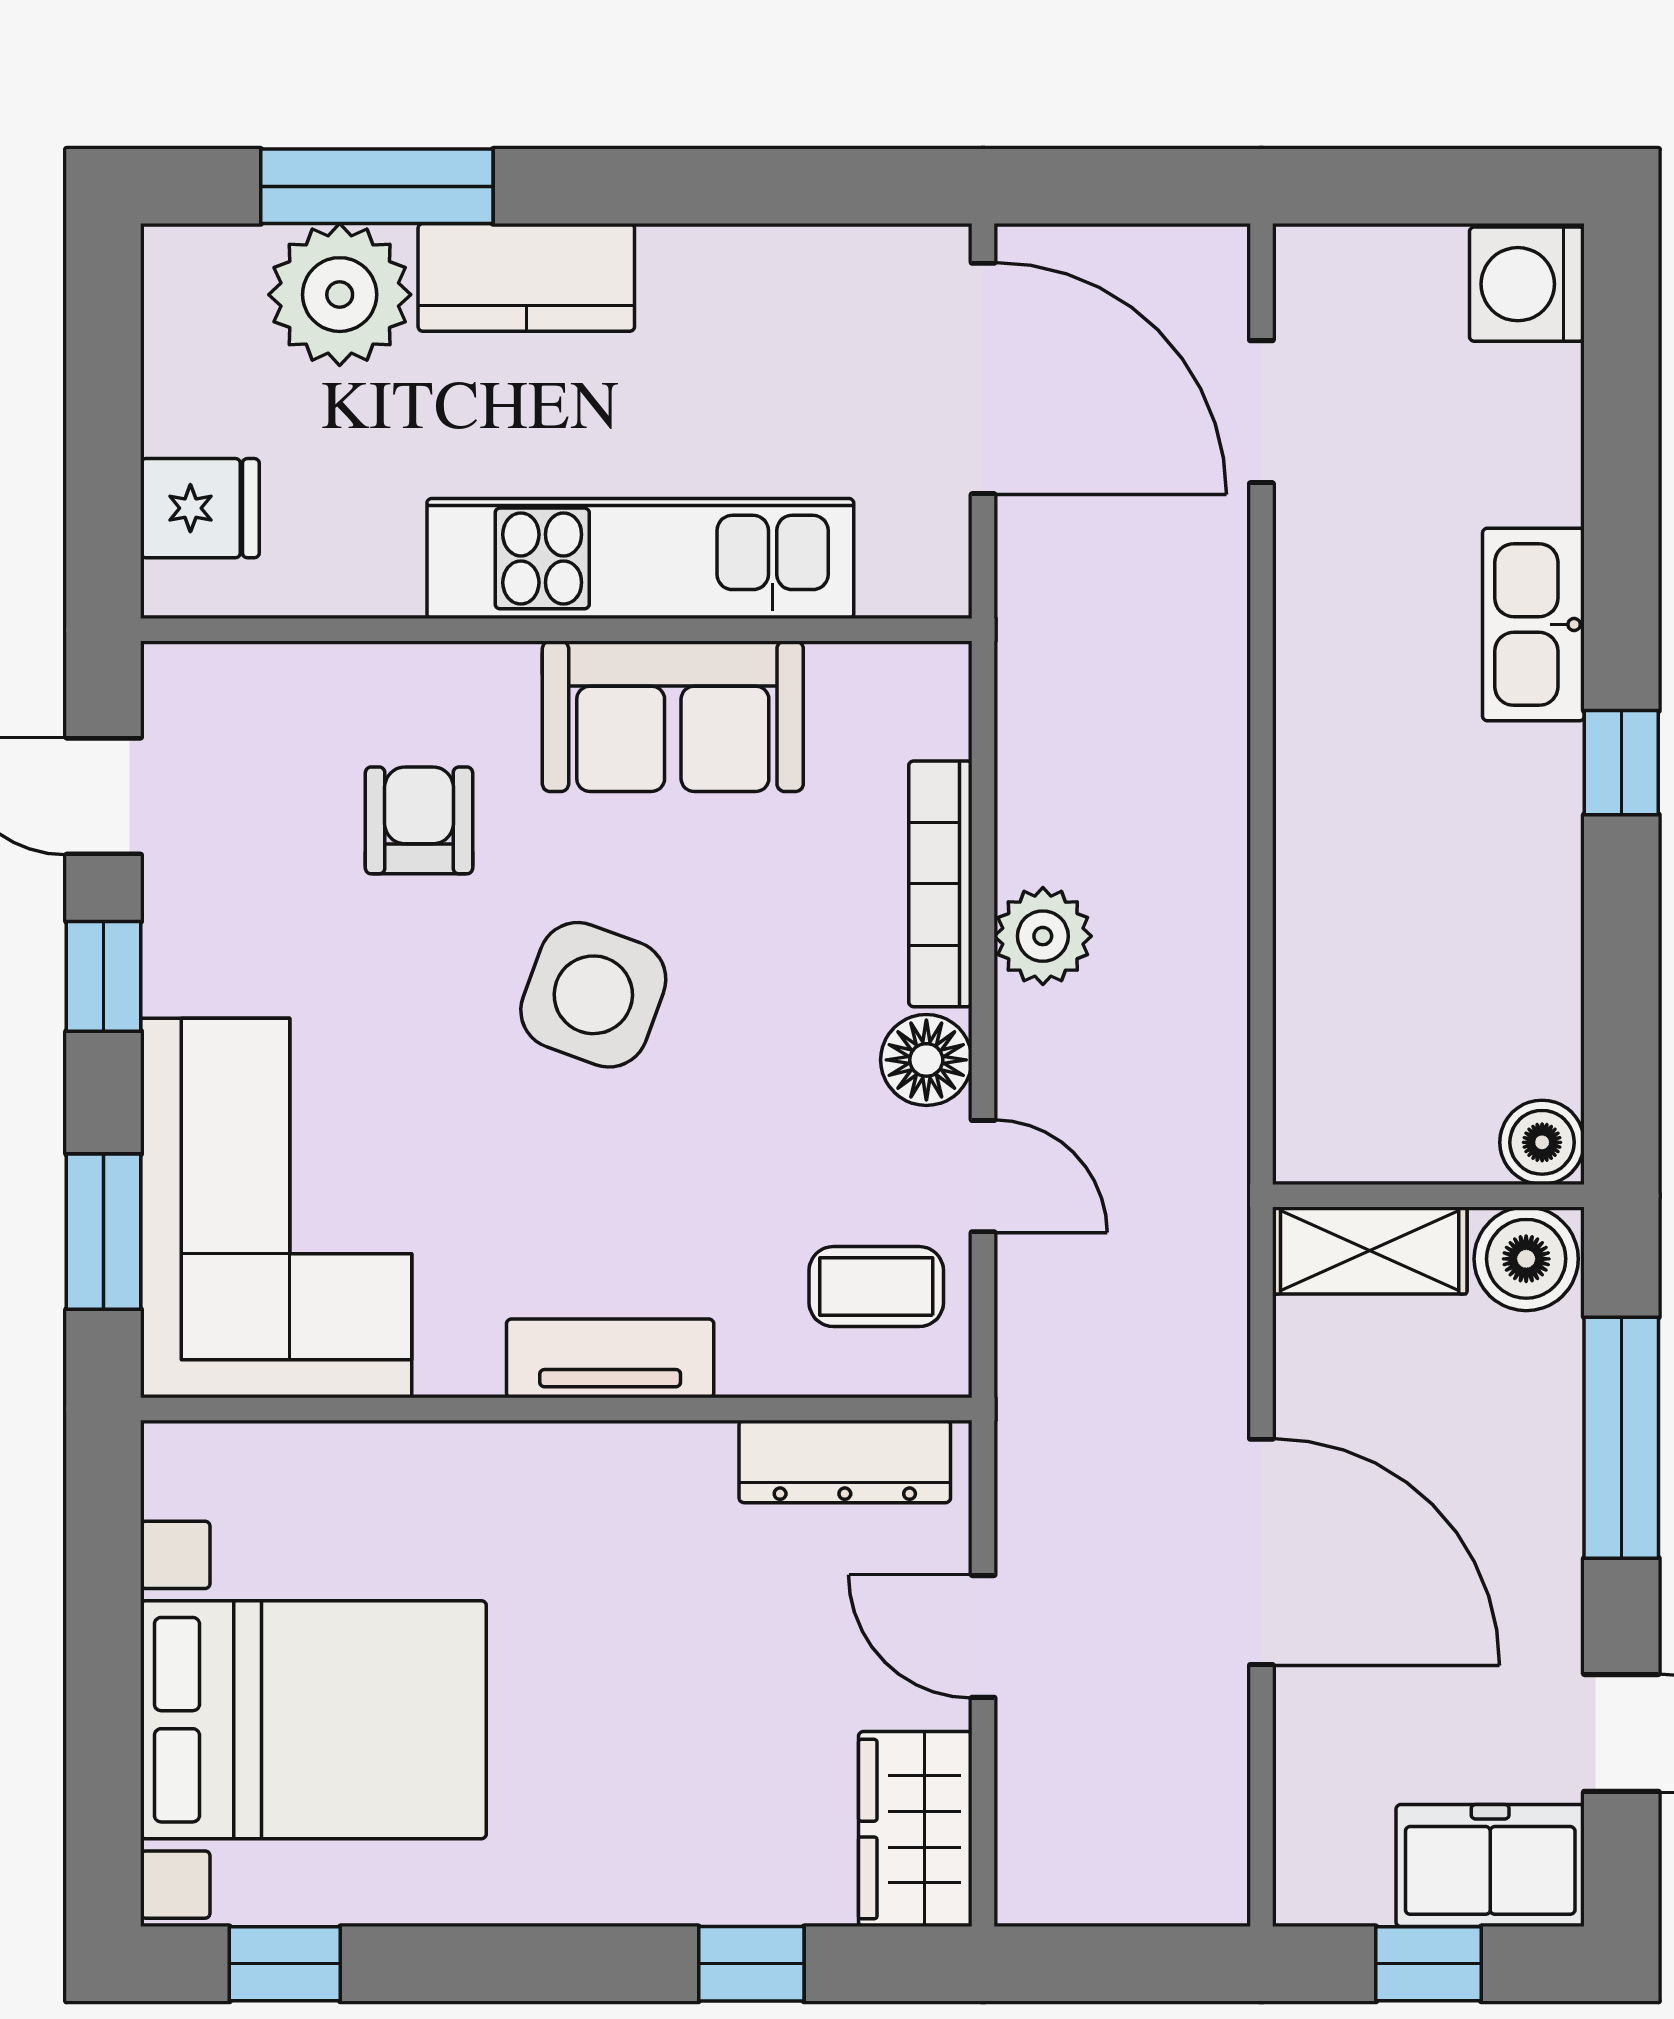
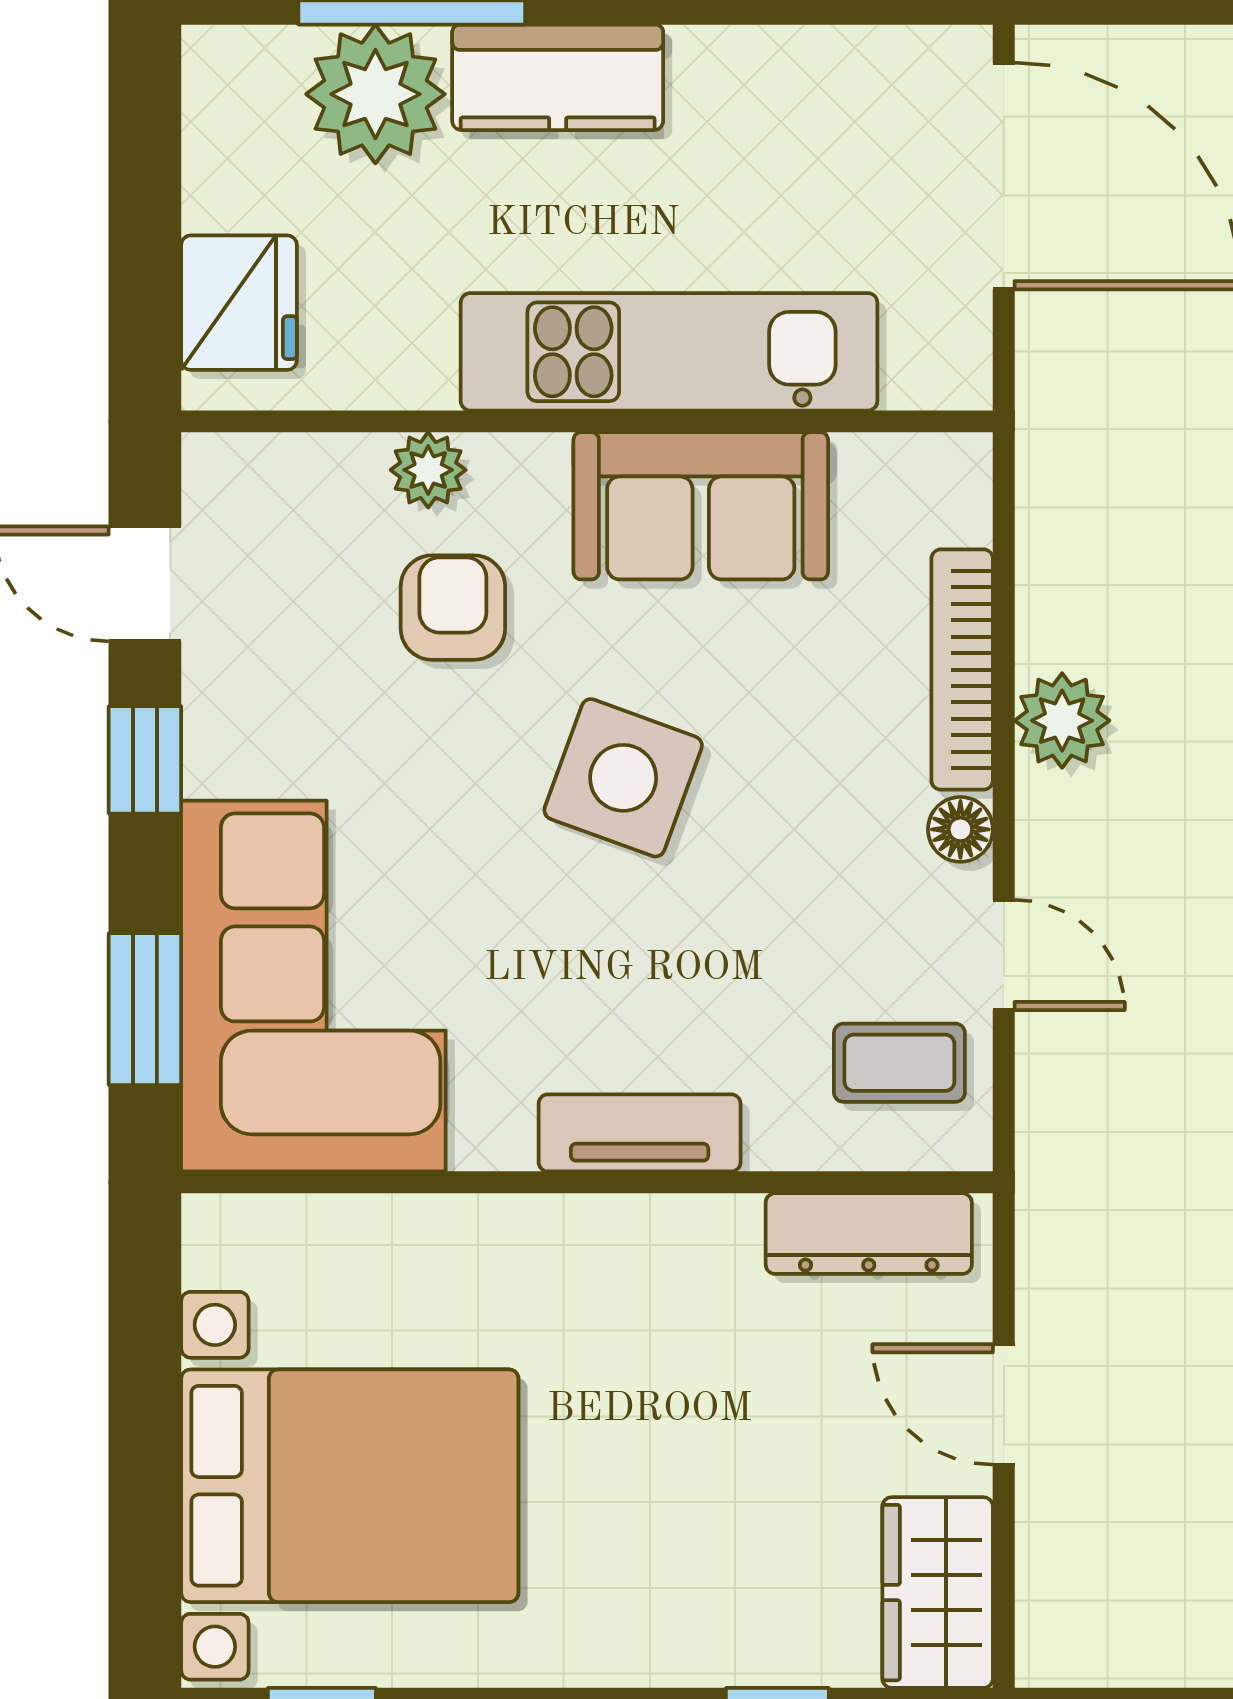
fridge: (200, 508) -> (239, 303), width x1.38
plant: (394, 680) -> (428, 470), added
floor lamp: (926, 1060) -> (960, 829), width x0.73, depth x0.73

